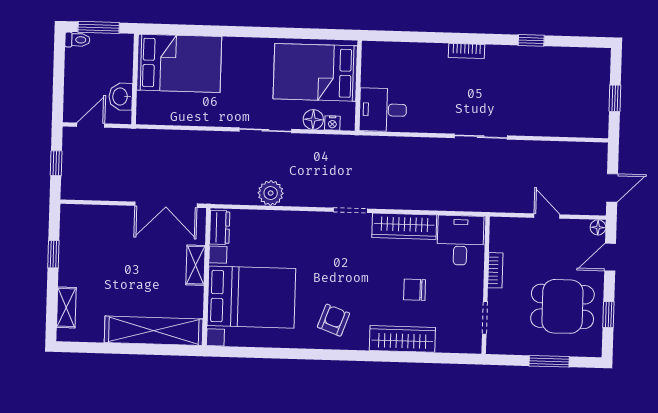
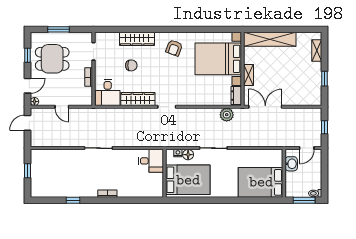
plant: (271, 193) -> (227, 115), moved

